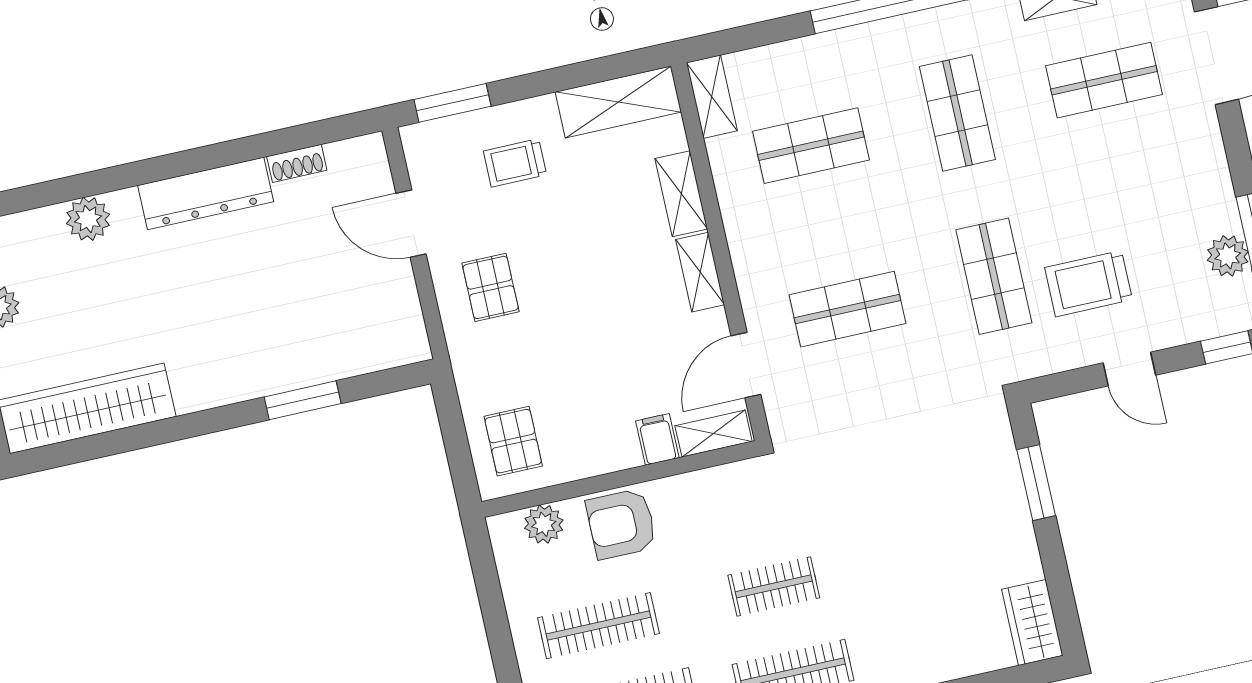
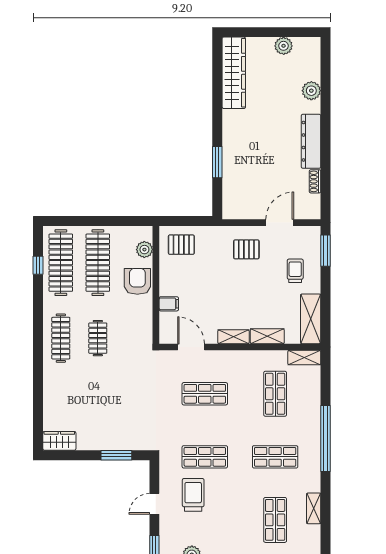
shop shelf: (847, 309) -> (205, 394), turned 90
shelving: (714, 434) -> (166, 327), removed
clothes rail: (598, 626) -> (98, 263), width x1.37, depth x1.31

